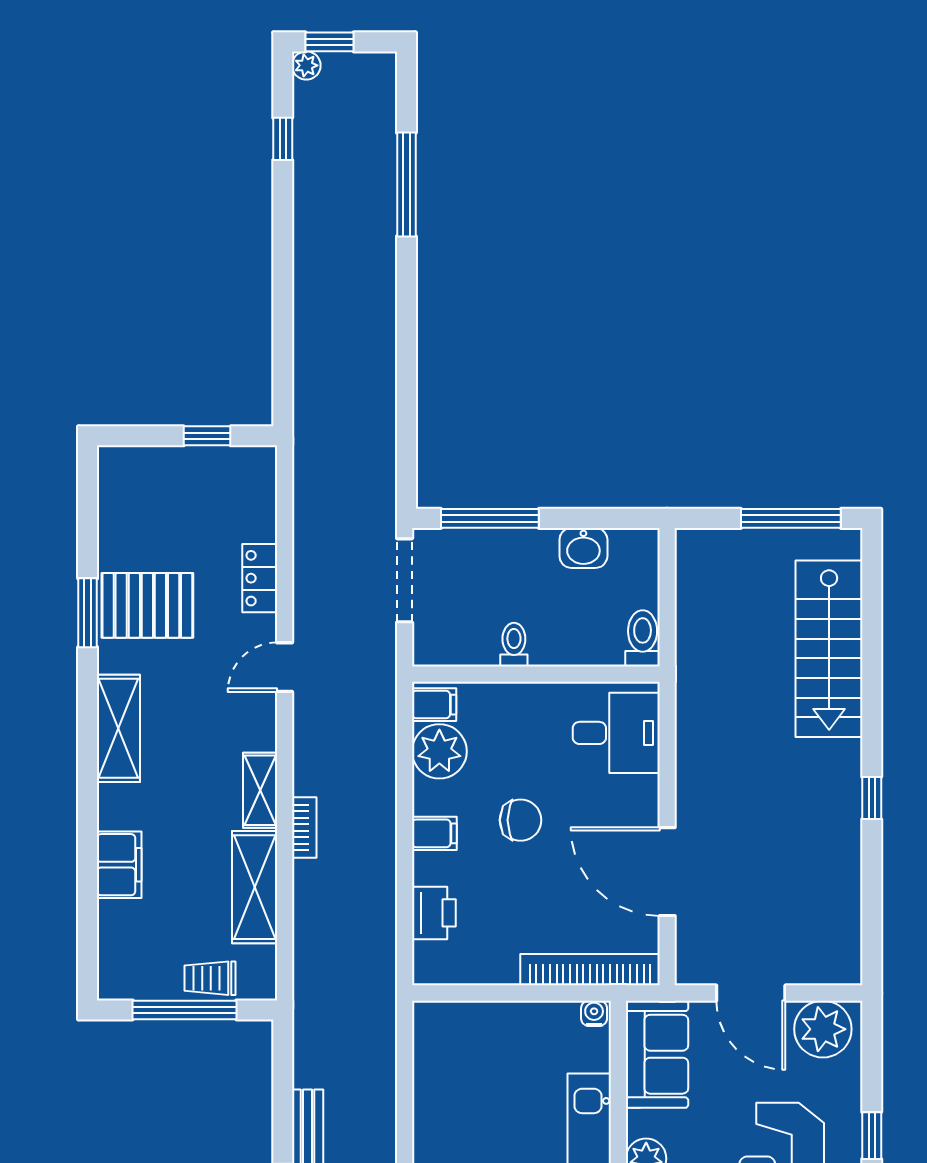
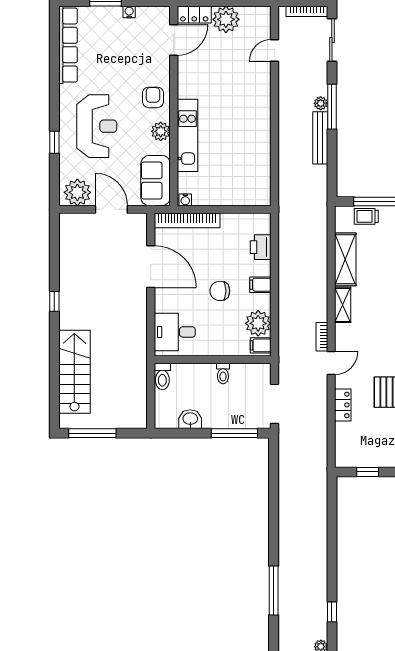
bookcase: (304, 827) -> (322, 337), moved
trolley: (210, 978) -> (366, 216), turned 180

